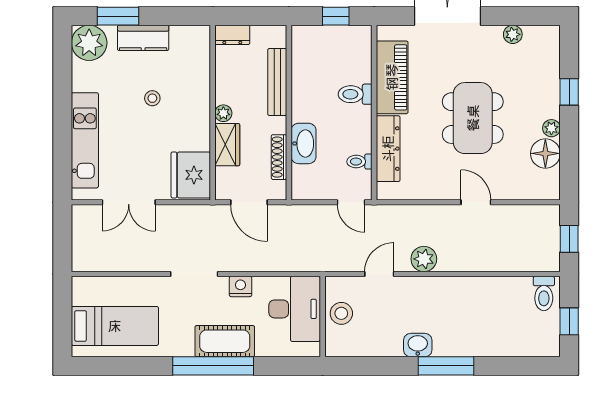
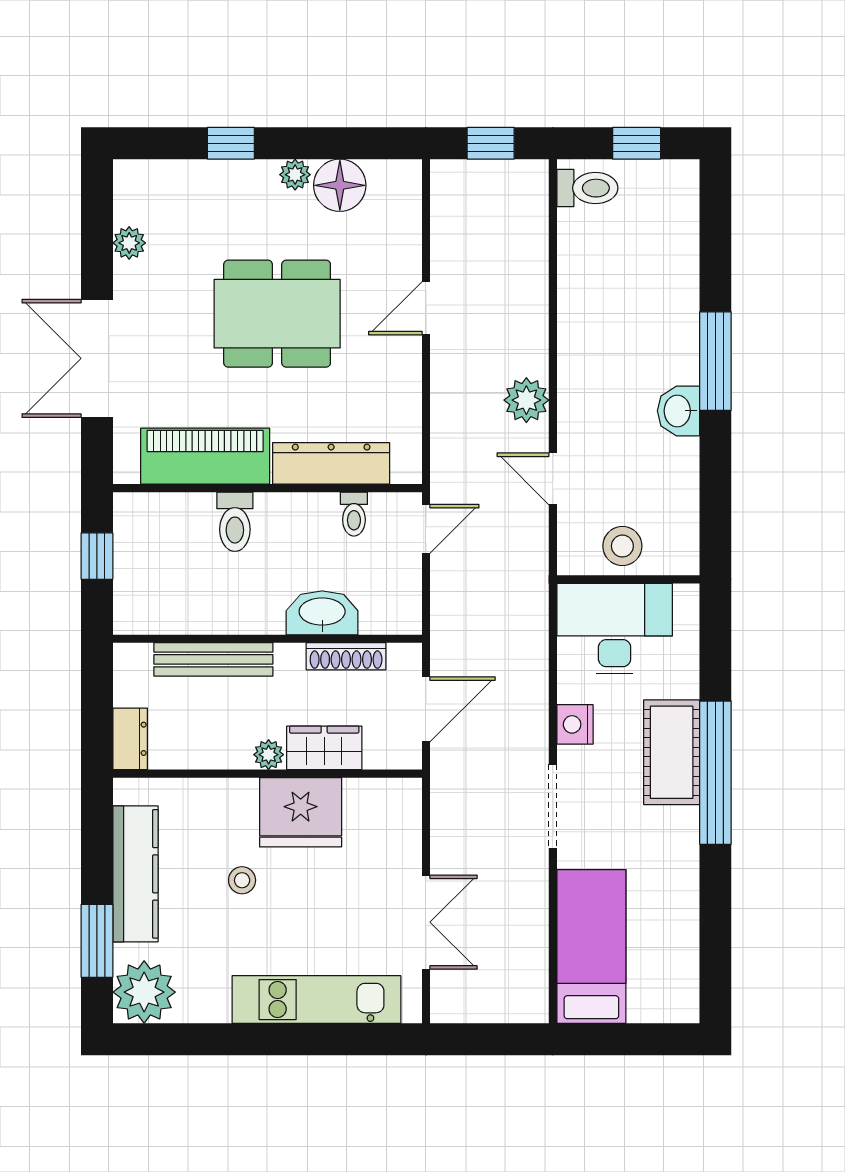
kitchen counter: (143, 38) -> (135, 874), width x1.50
fridge: (191, 175) -> (301, 812), moved
bed: (115, 326) -> (591, 946), moved

